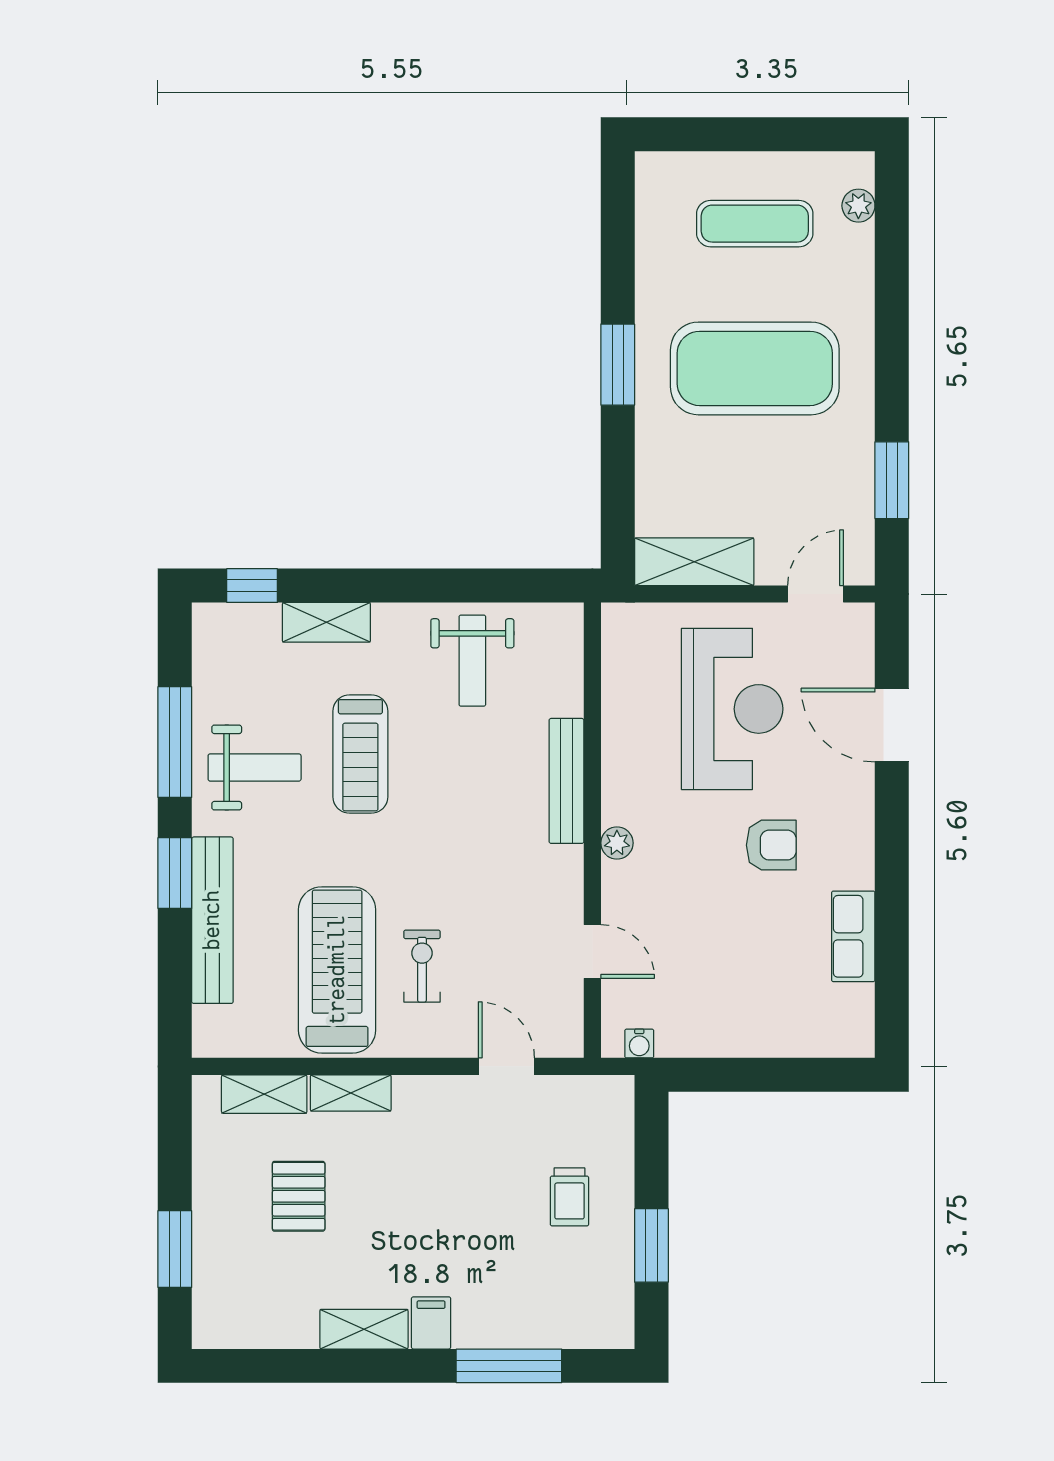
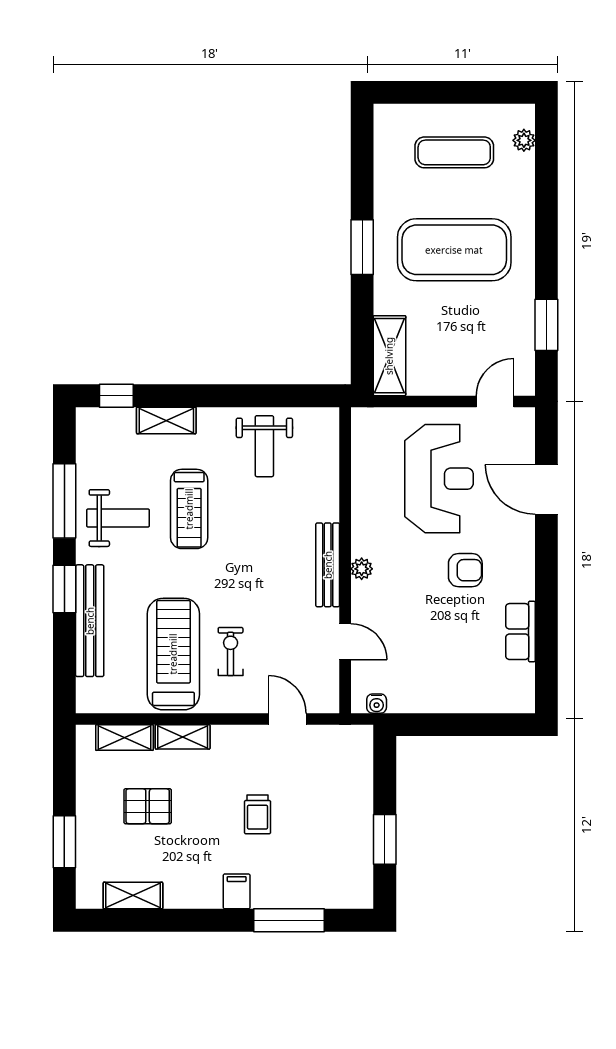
shelving: (694, 562) -> (389, 356), moved, turned 90
bench: (566, 781) -> (328, 565), moved
pallet: (299, 1196) -> (148, 806), turned 90
trolley: (569, 1197) -> (258, 814), moved
shelving: (364, 1329) -> (133, 896), moved

